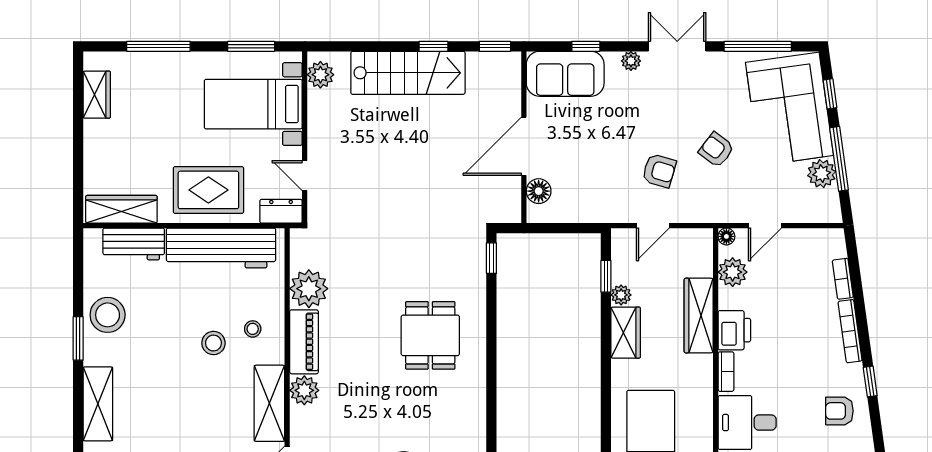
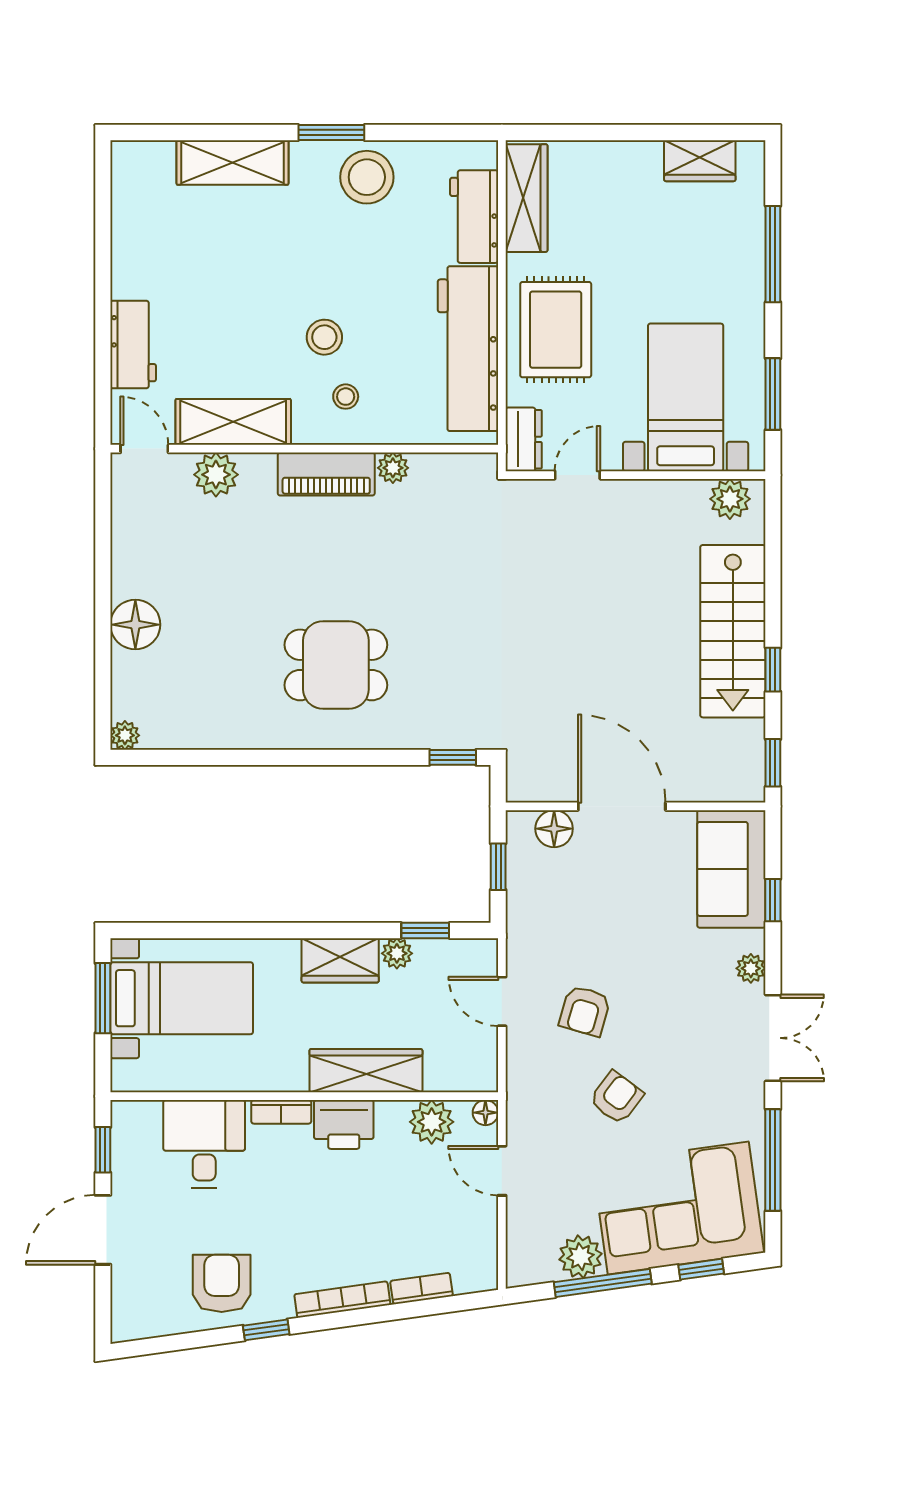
window: (564, 228) -> (498, 867), added
plant: (309, 289) -> (393, 468), width x0.53, depth x0.53
plant: (304, 390) -> (216, 475), moved
armchair: (839, 411) -> (222, 1283), width x1.38, depth x1.38

